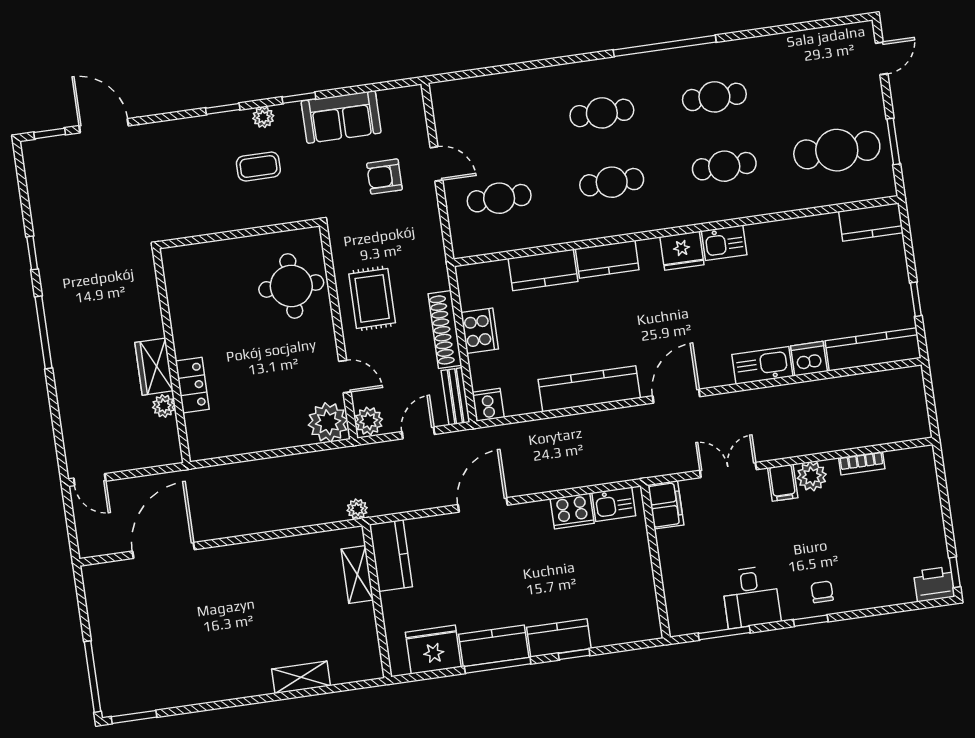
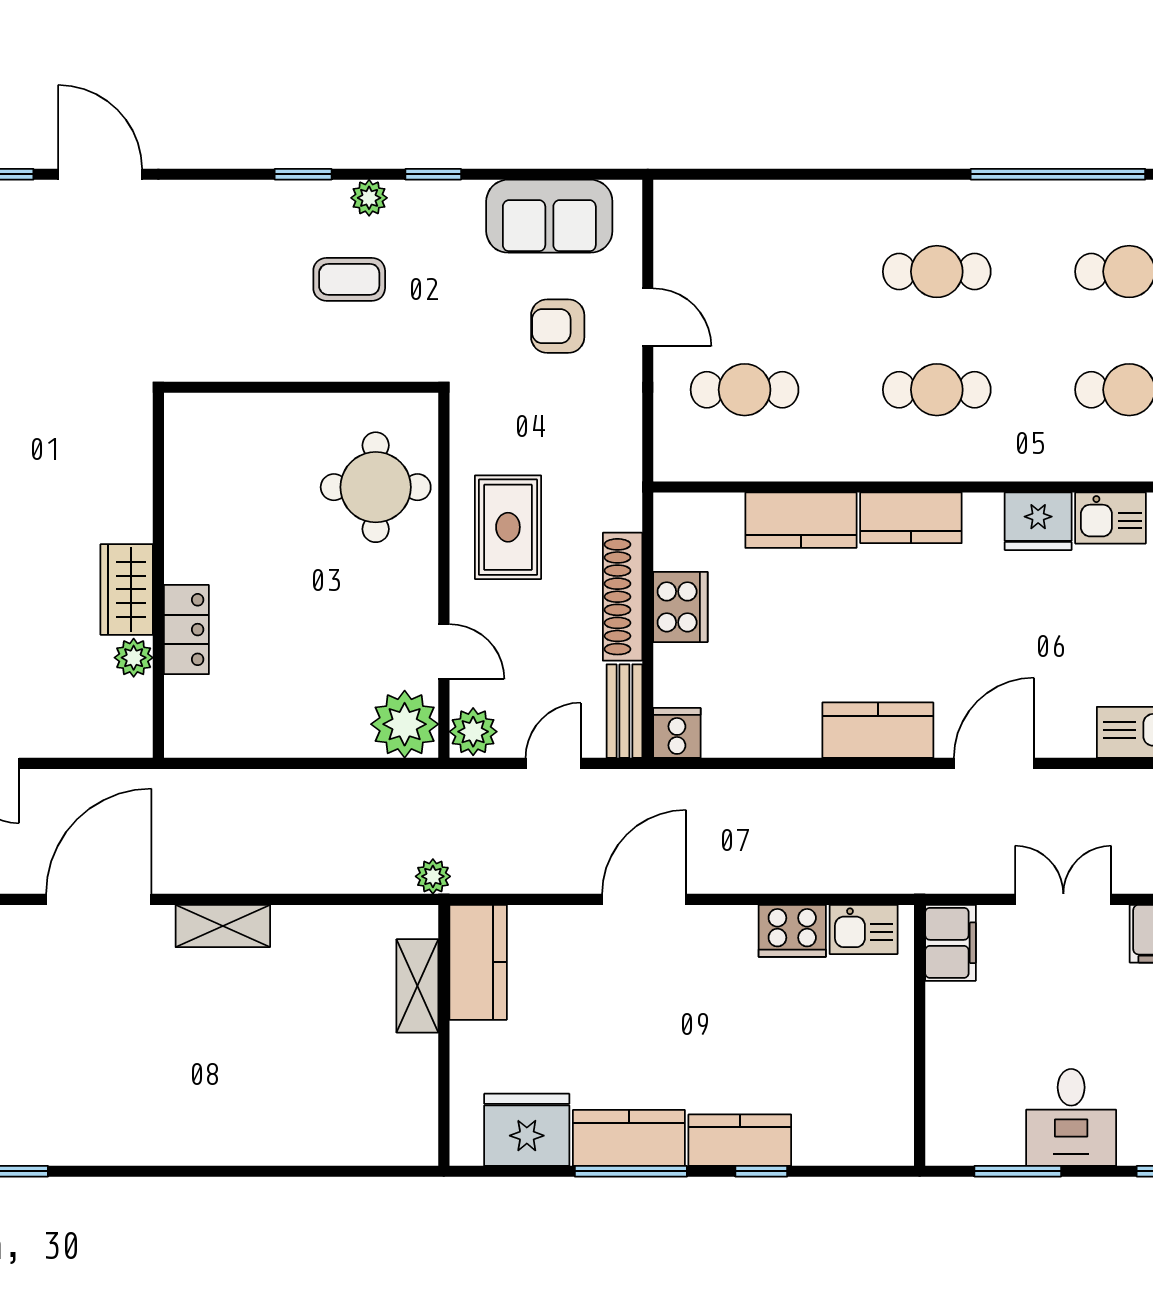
sofa: (341, 117) -> (549, 216), moved
kitchen counter: (589, 389) -> (878, 730), width x0.67
shelving: (301, 677) -> (223, 926), moved

